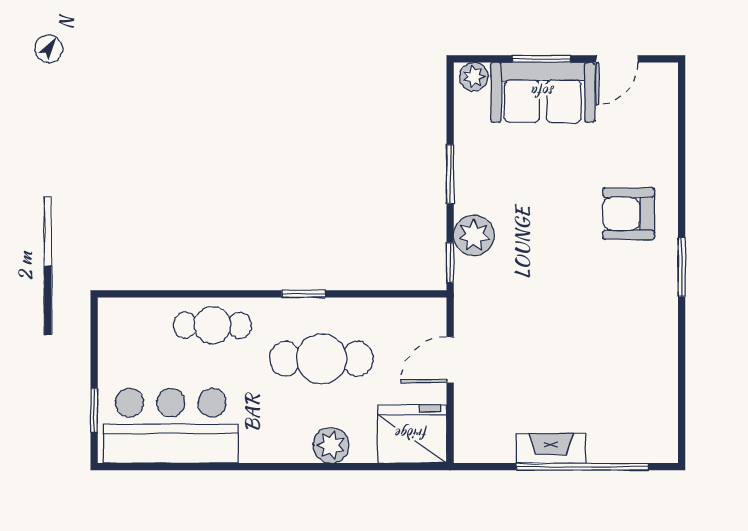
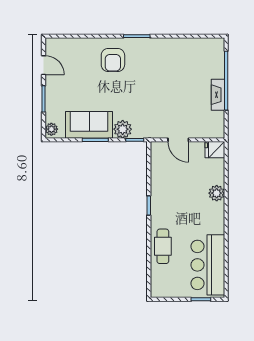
sofa: (543, 92) -> (89, 125), moved, turned -90
cafe table: (321, 359) -> (178, 198), removed
fridge: (412, 434) -> (215, 150), width x0.53, depth x0.75

